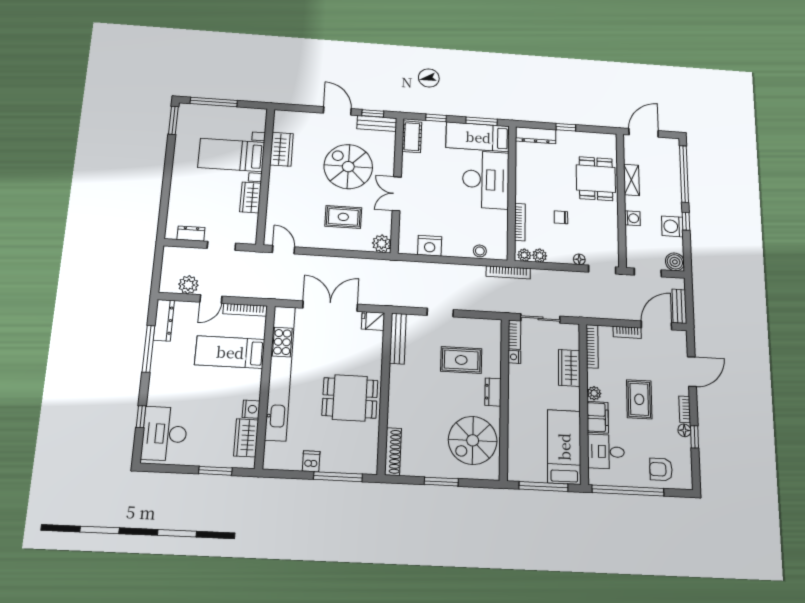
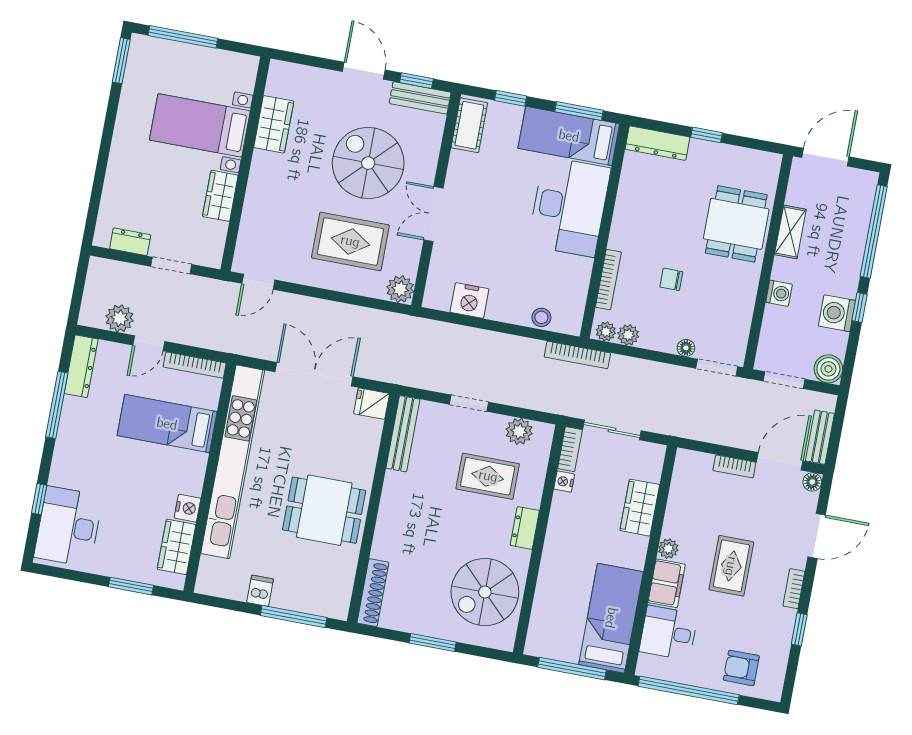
rug: (343, 217) -> (350, 241), width x1.36, depth x1.43
door: (283, 250) -> (258, 282), swing flipped
plant: (478, 327) -> (519, 431), added
bookcase: (592, 346) -> (679, 480), removed
floor lamp: (684, 430) -> (812, 482), moved

